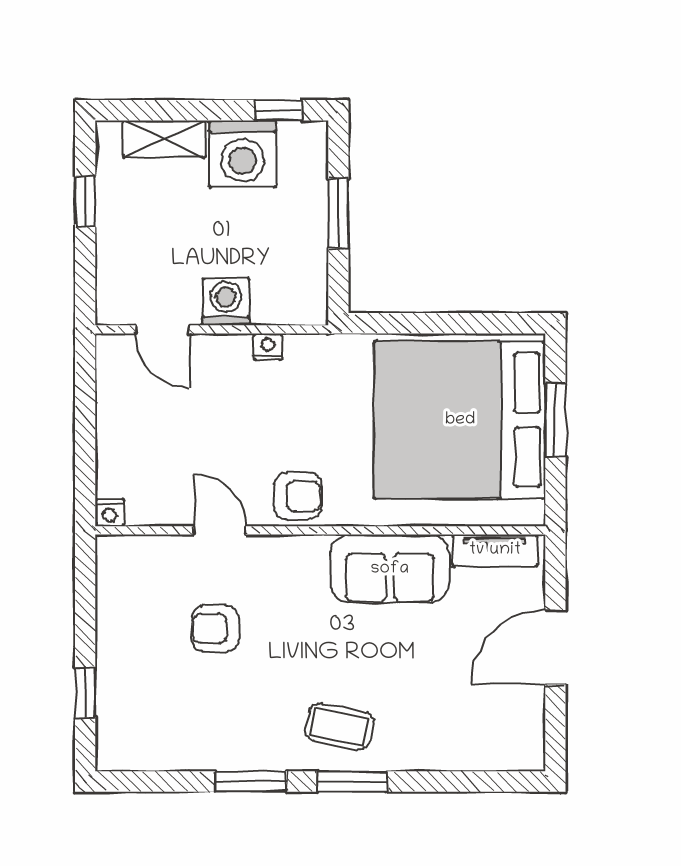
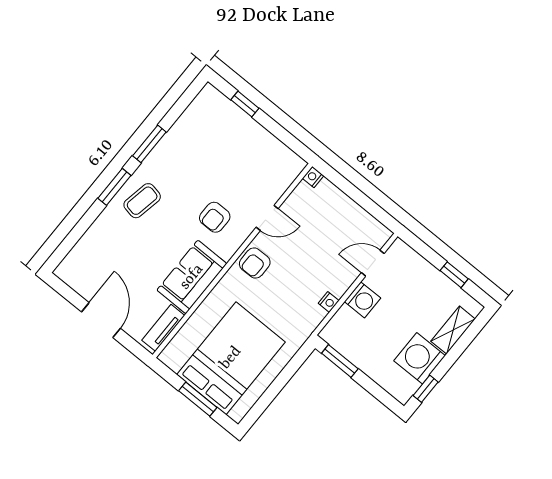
window: (338, 214) -> (340, 361), moved
bed: (460, 420) -> (231, 358), width x0.73
armchair: (215, 629) -> (215, 217), moved, turned 180

